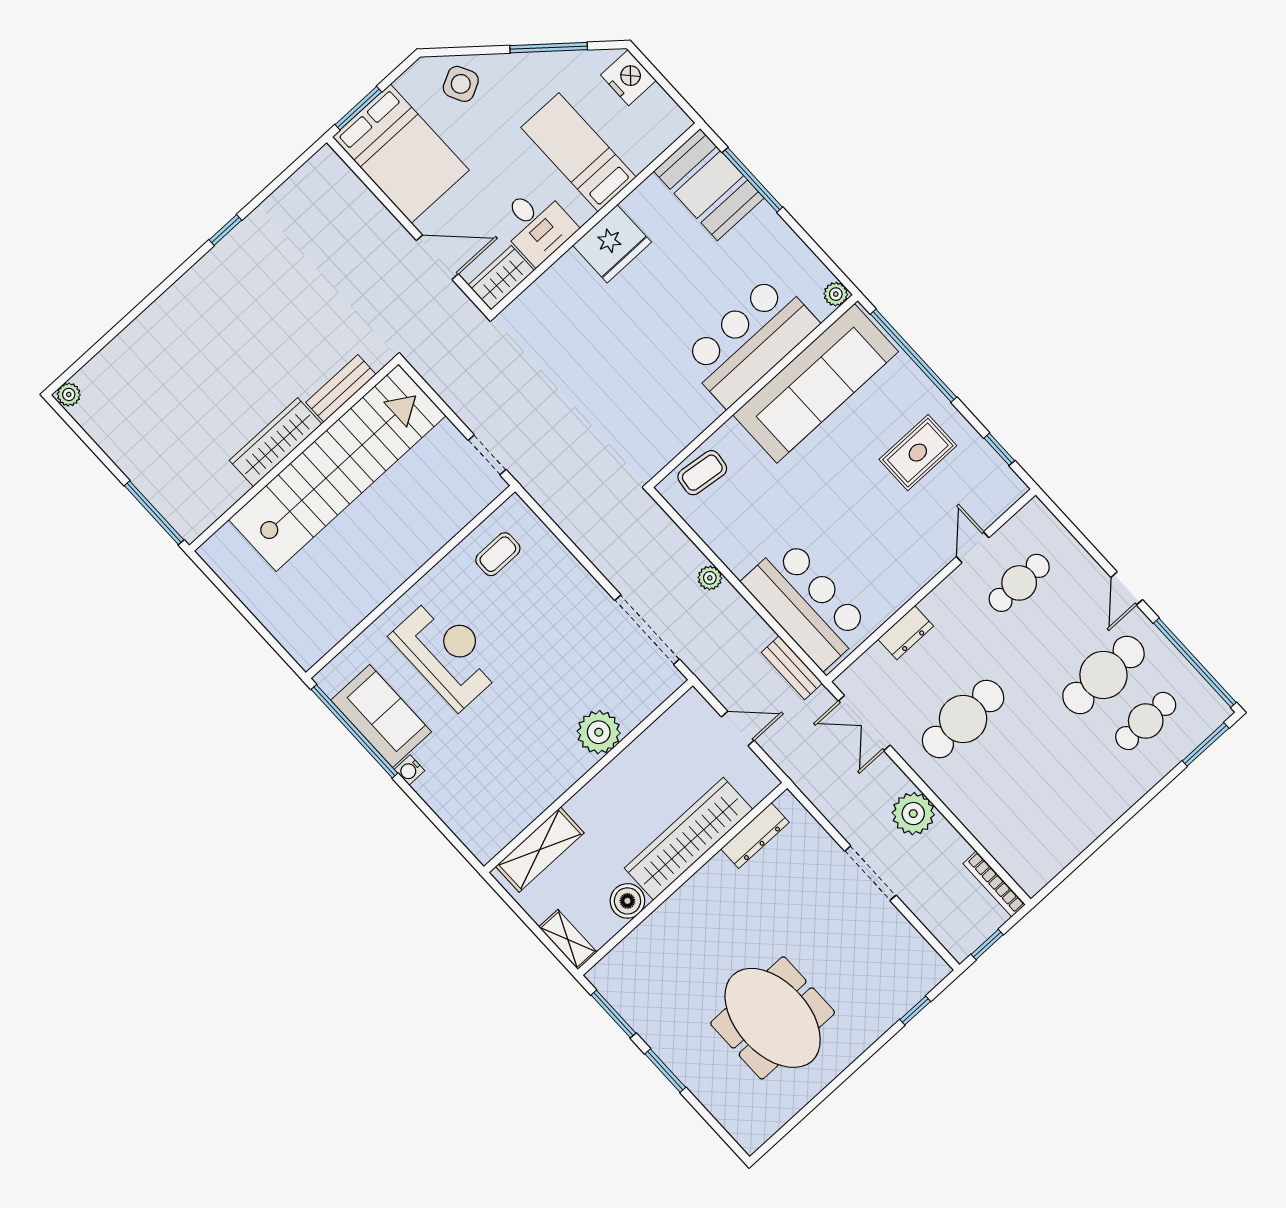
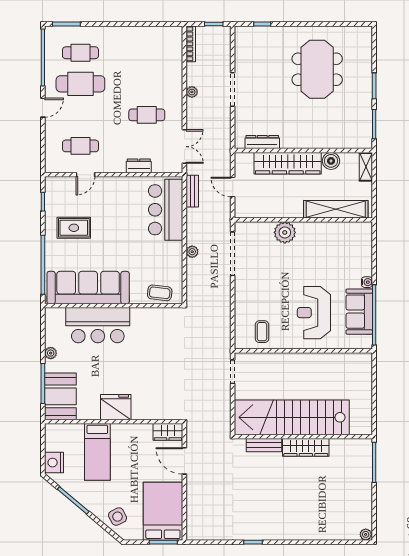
desk: (536, 225) -> (137, 440), removed
plant: (836, 294) -> (51, 353), moved
coffee table: (498, 554) -> (262, 332), turned 90
cafe table: (963, 719) -> (147, 115), width x0.73, depth x0.74
plant: (913, 814) -> (192, 92), width x0.53, depth x0.53
shelving: (540, 850) -> (336, 209), width x1.47

